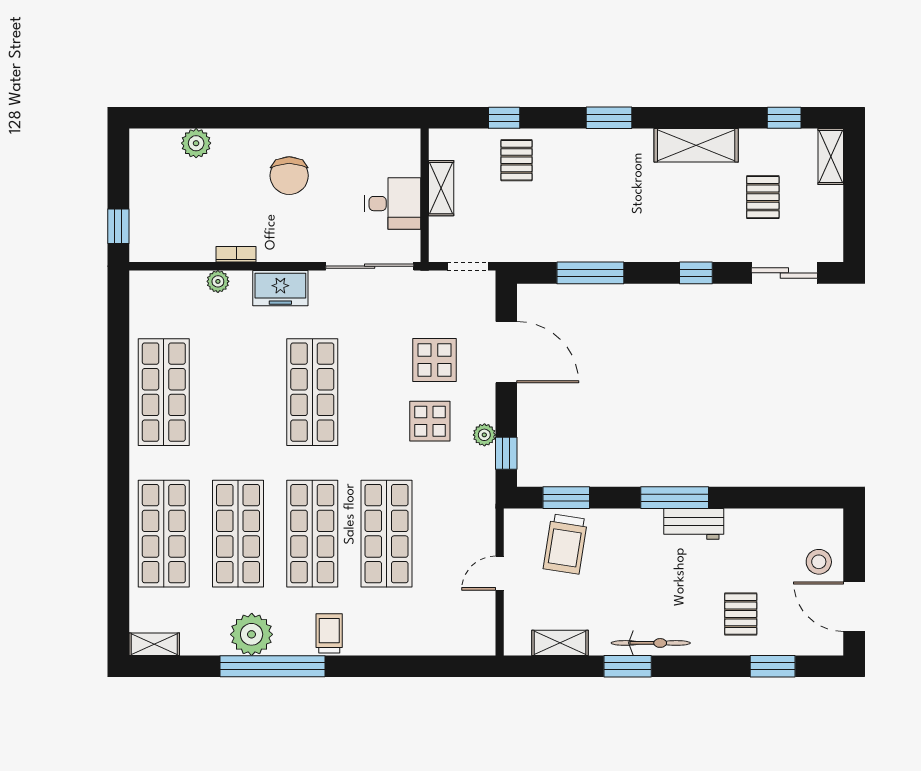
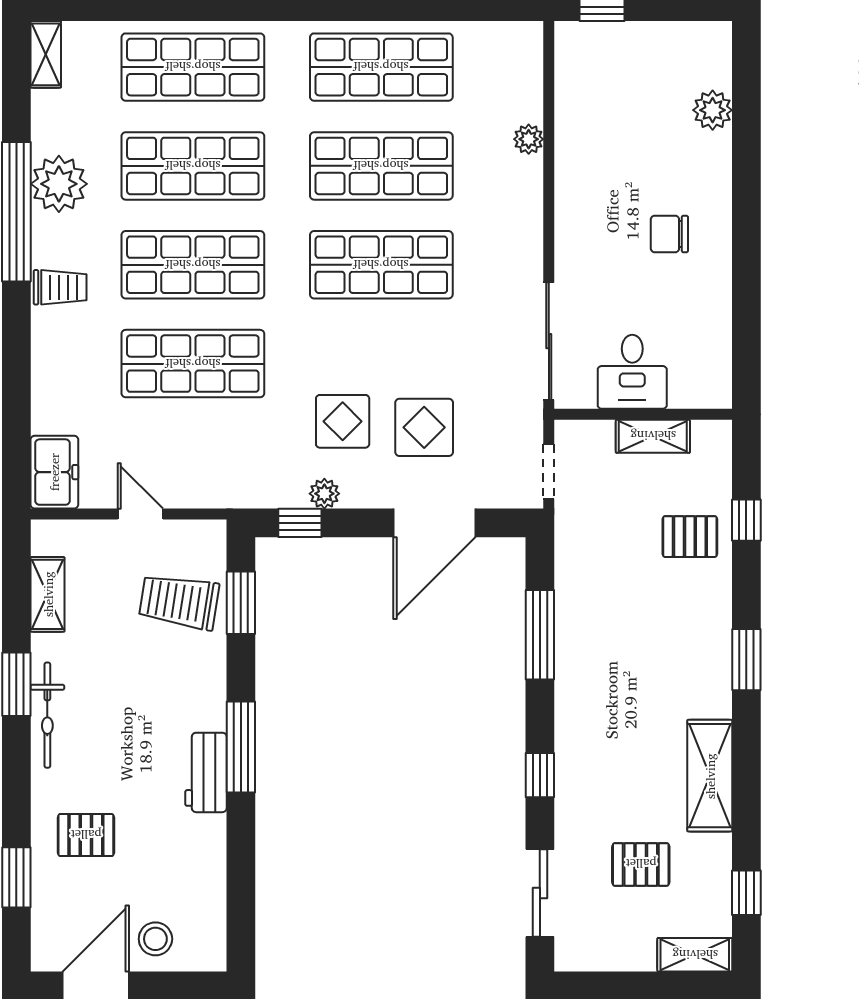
chair: (289, 176) -> (669, 234), width x0.73, depth x0.73
bookcase: (236, 254) -> (565, 163), removed
freezer: (280, 288) -> (54, 472), moved, turned 180
shop shelf: (238, 392) -> (381, 166), added

